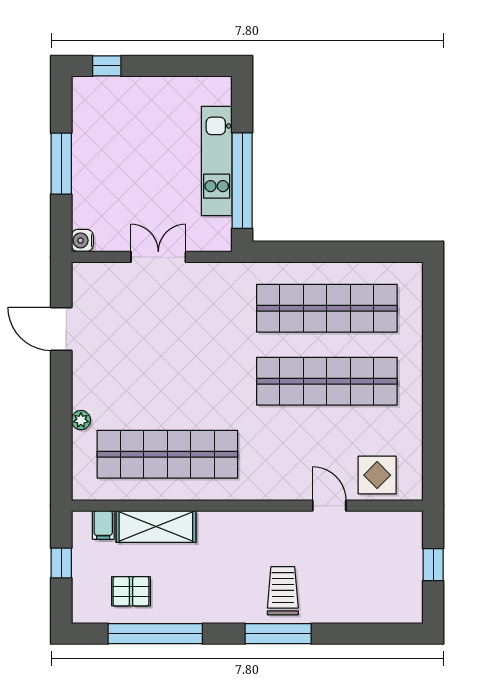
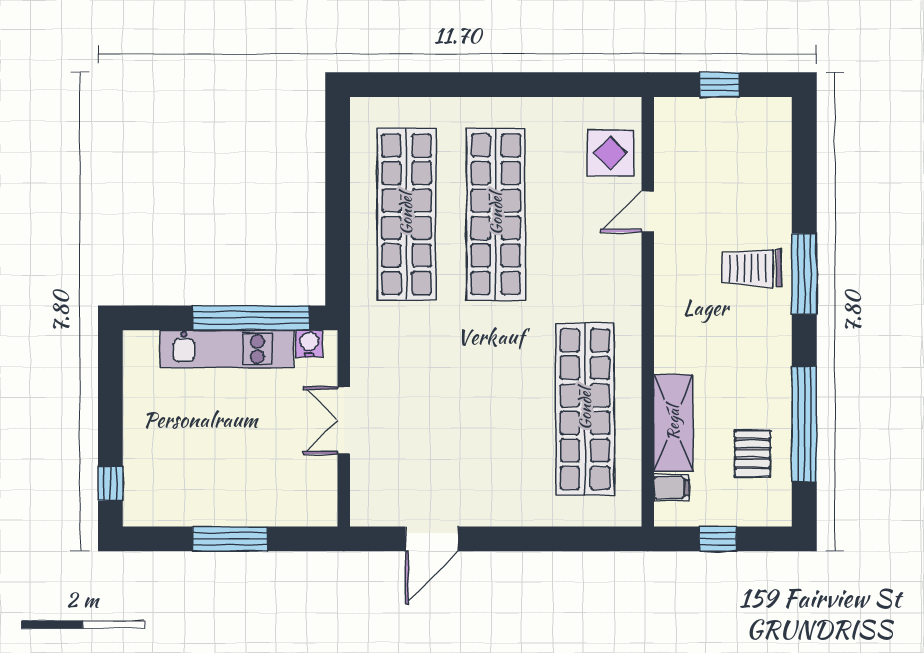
water cooler: (82, 240) -> (309, 344), moved, turned 180
plant: (81, 420) -> (543, 515), removed

